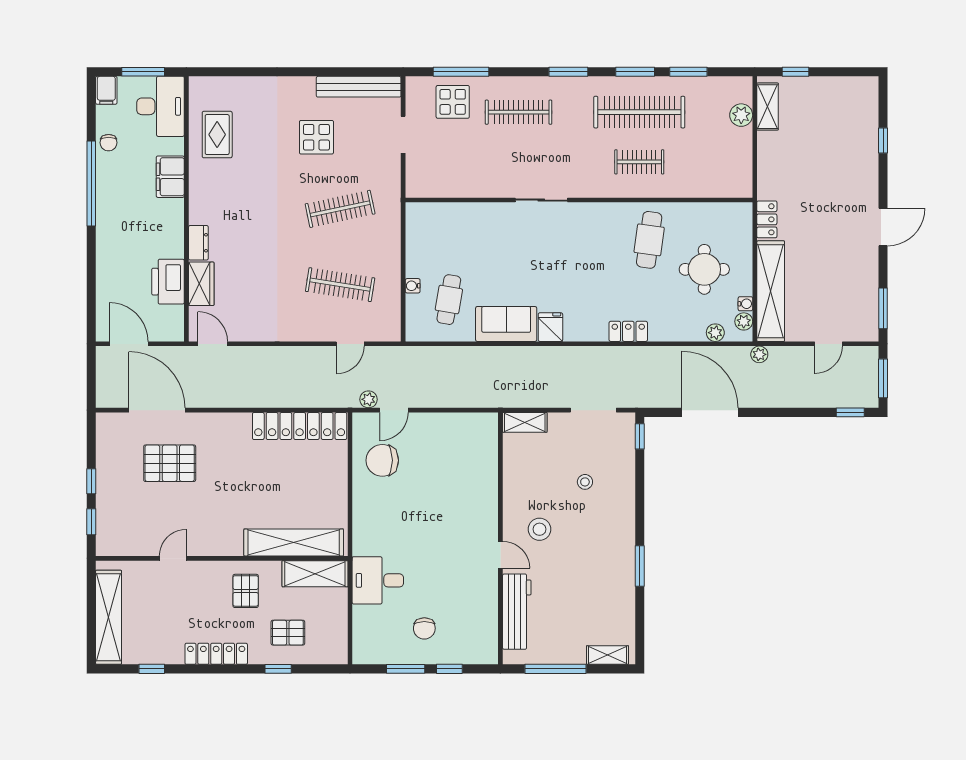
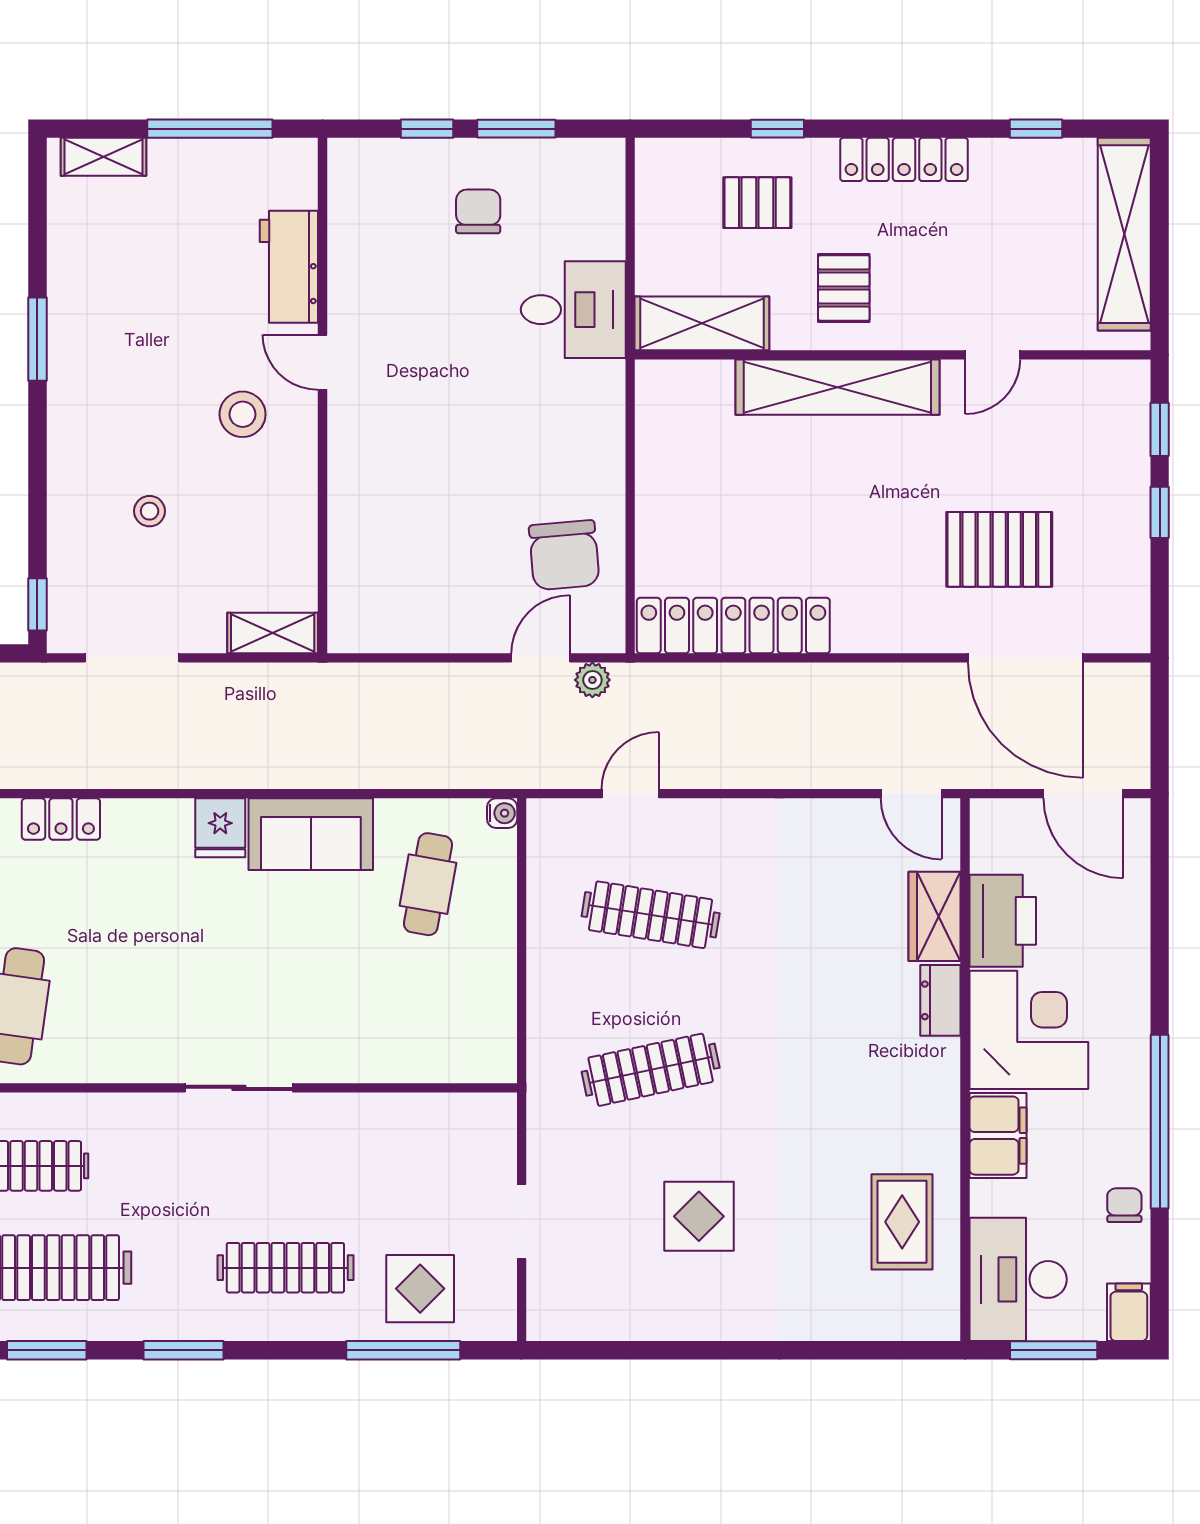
bench: (359, 87) -> (613, 1320), removed
corner desk: (155, 228) -> (1029, 1030), added
water cooler: (413, 286) -> (502, 813), moved
chair: (382, 460) -> (564, 555), turned 85
shelving: (294, 543) -> (837, 387), moved
workbench: (517, 612) -> (289, 267), width x0.73

